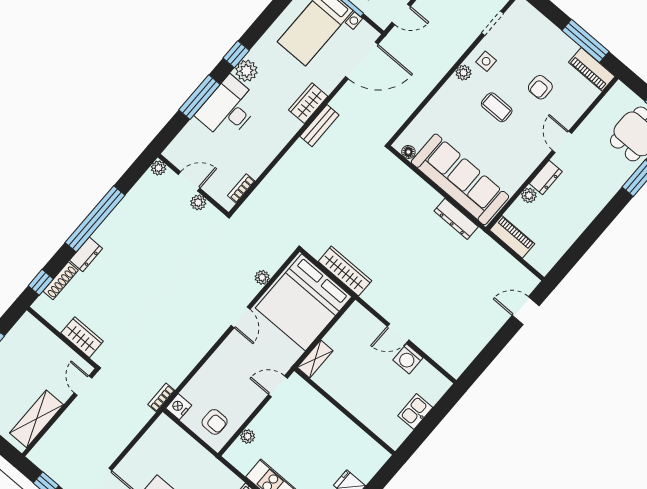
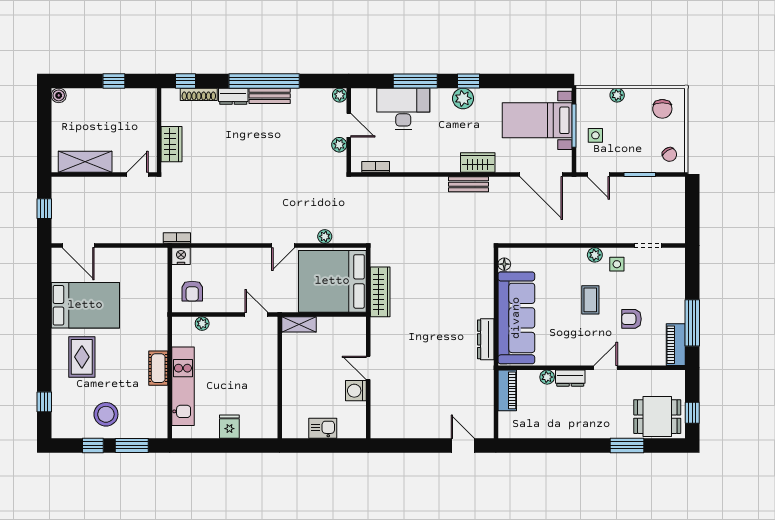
desk: (228, 109) -> (403, 109), moved
bench: (111, 225) -> (270, 96), added

